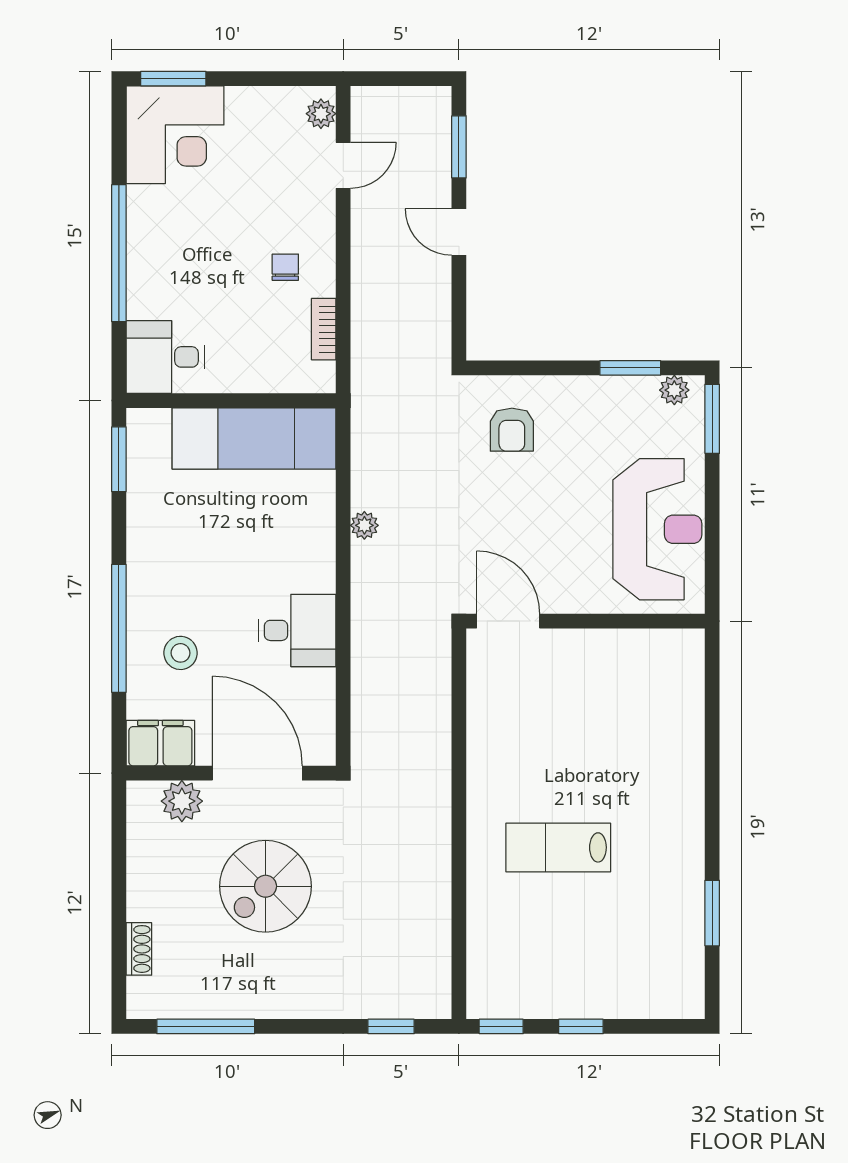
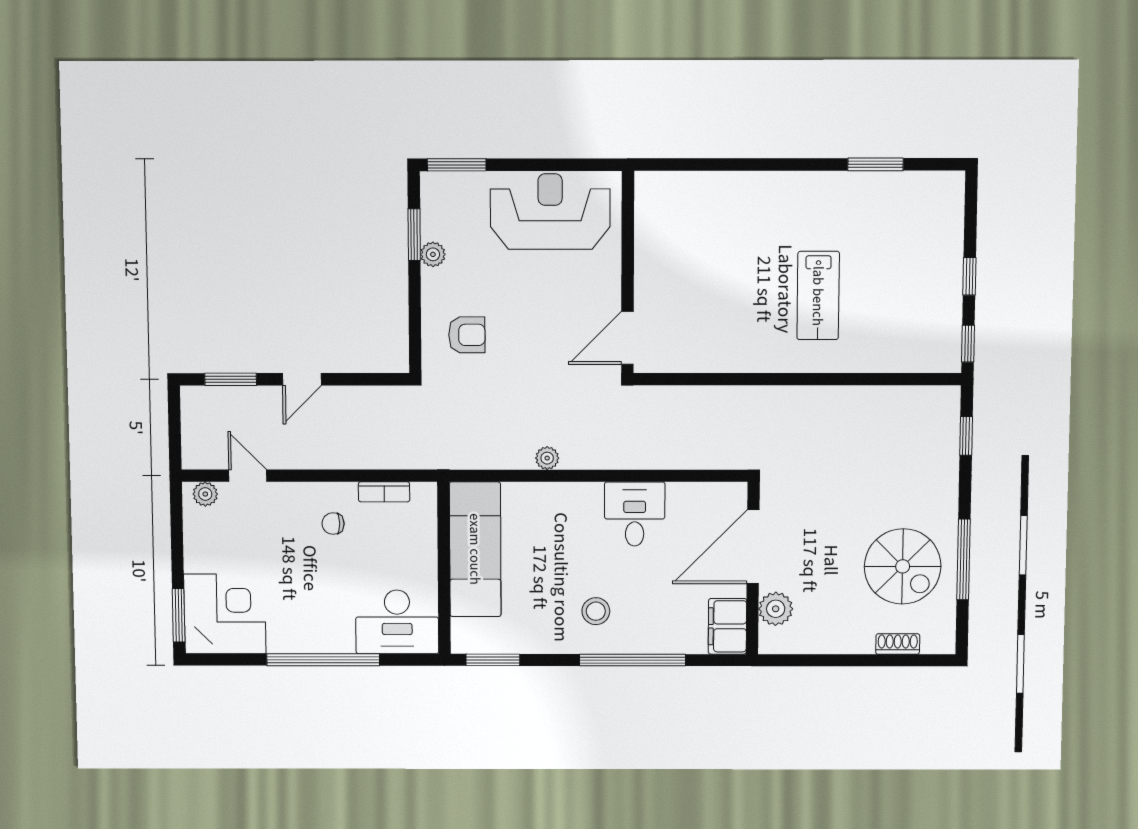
desk: (165, 357) -> (397, 622), width x1.37
plant: (674, 390) -> (433, 254), moved
stool: (180, 653) -> (596, 611), moved
spiral stairs: (266, 886) -> (903, 566), moved
window: (206, 1026) -> (964, 559), moved

